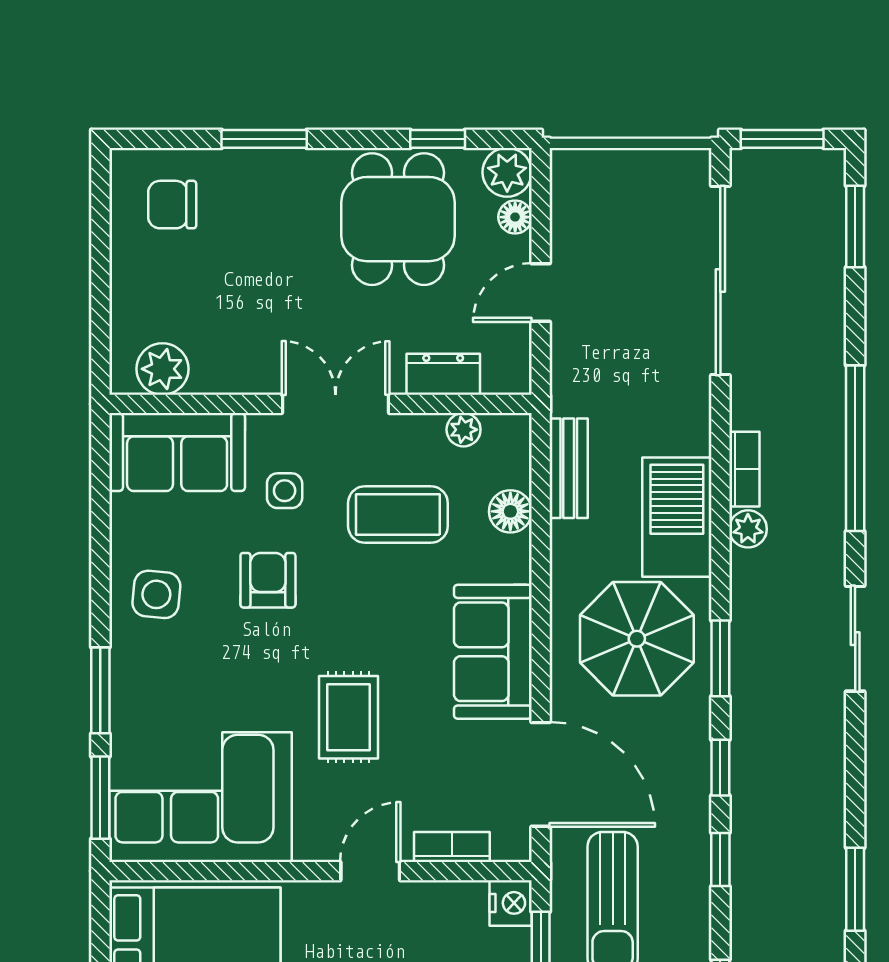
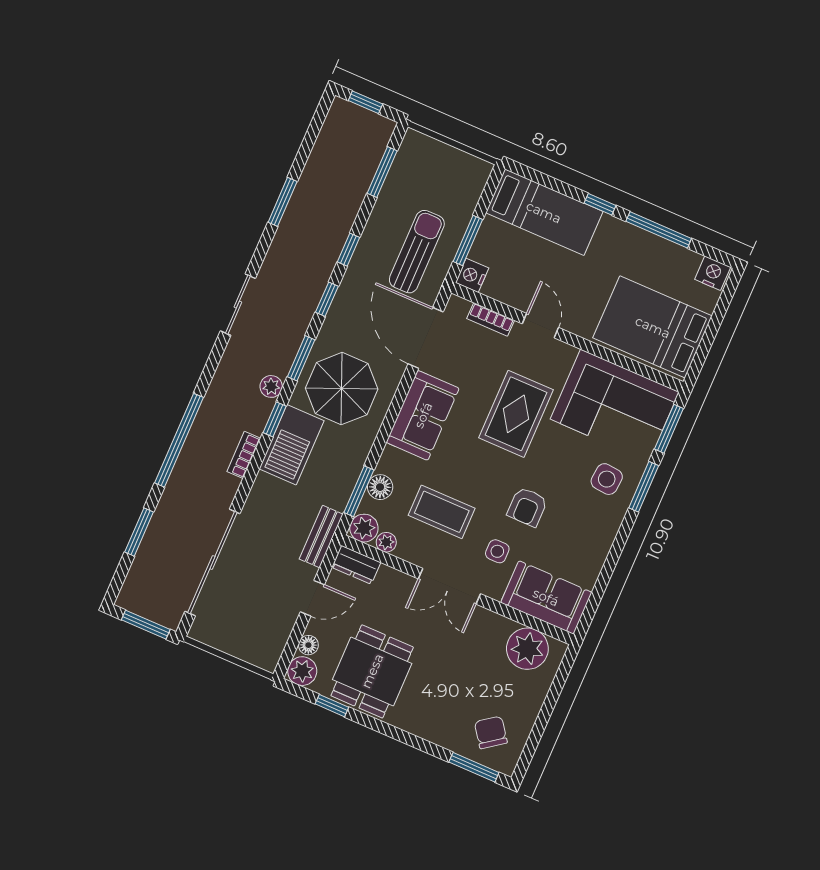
window: (264, 139) -> (474, 767), moved
chair: (172, 205) -> (491, 732), turned -126
window: (855, 227) -> (139, 532), moved
plant: (162, 369) -> (527, 649), width x1.36, depth x1.36
dresser: (443, 374) -> (356, 565), moved
plant: (508, 437) -> (364, 528), added
bench: (569, 468) -> (321, 537), moved
window: (541, 490) -> (359, 491), added
plant: (748, 529) -> (271, 386), moved
window: (720, 545) -> (275, 419), added
side table: (156, 594) -> (607, 479), moved
sliding door: (855, 639) -> (238, 305), moved
rug: (349, 717) -> (516, 414), width x1.36, depth x1.43
door: (370, 871) -> (540, 326), swing flipped

